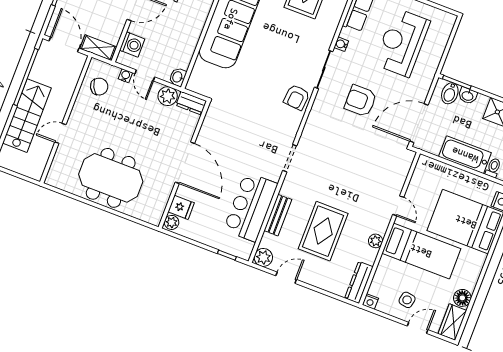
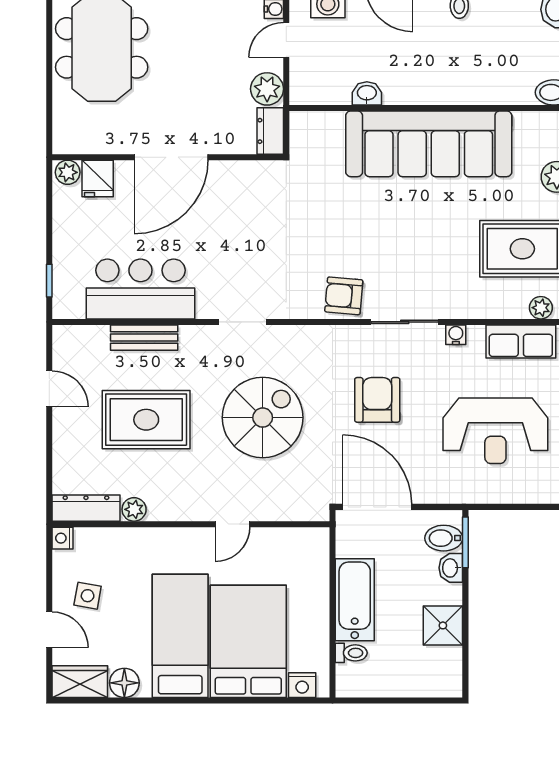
reception desk: (402, 43) -> (495, 431), turned 180
washbasin: (178, 77) -> (367, 93), moved
spiral stairs: (346, 167) -> (263, 418), added
plant: (376, 241) -> (134, 509), moved
bed: (421, 251) -> (180, 636), moved, turned 180
plant: (263, 257) -> (68, 340), removed

